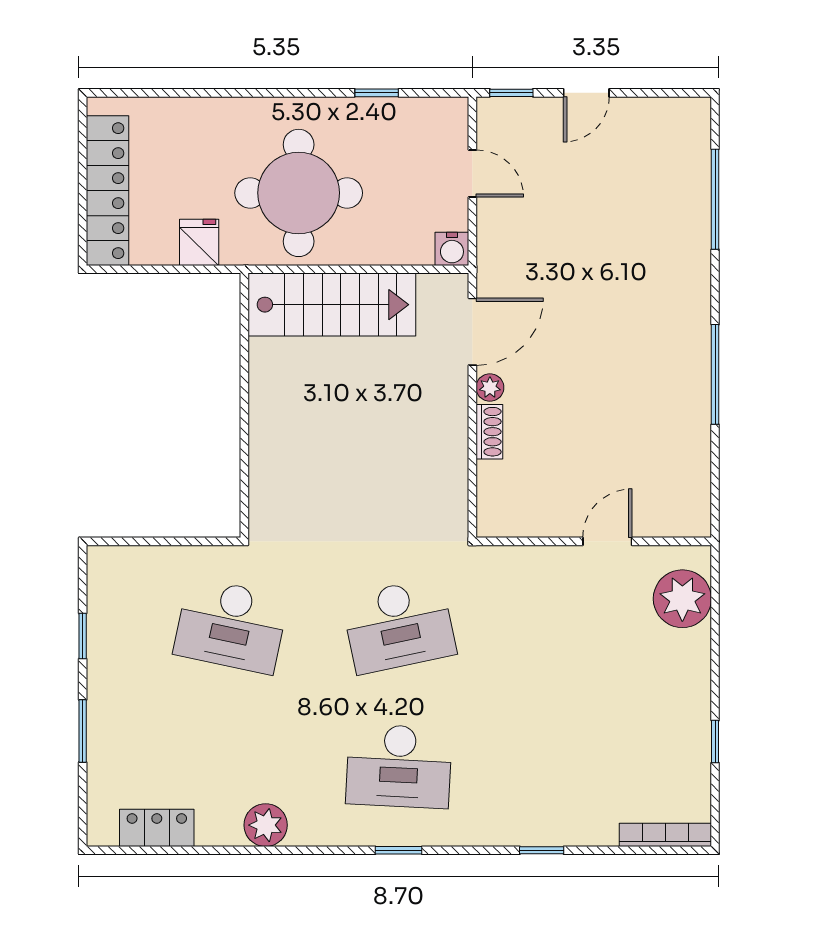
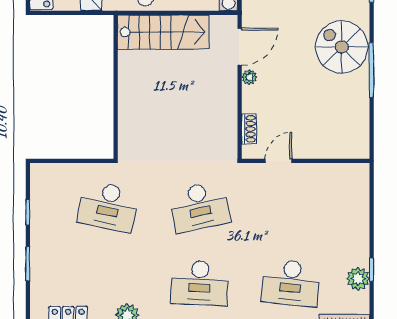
spiral stairs: (660, 332) -> (342, 47), added
shoe rack: (489, 432) -> (249, 129), moved
door: (607, 541) -> (278, 161), moved
plant: (682, 599) -> (358, 279), moved, width x0.73, depth x0.73
desk: (567, 766) -> (291, 283), added

